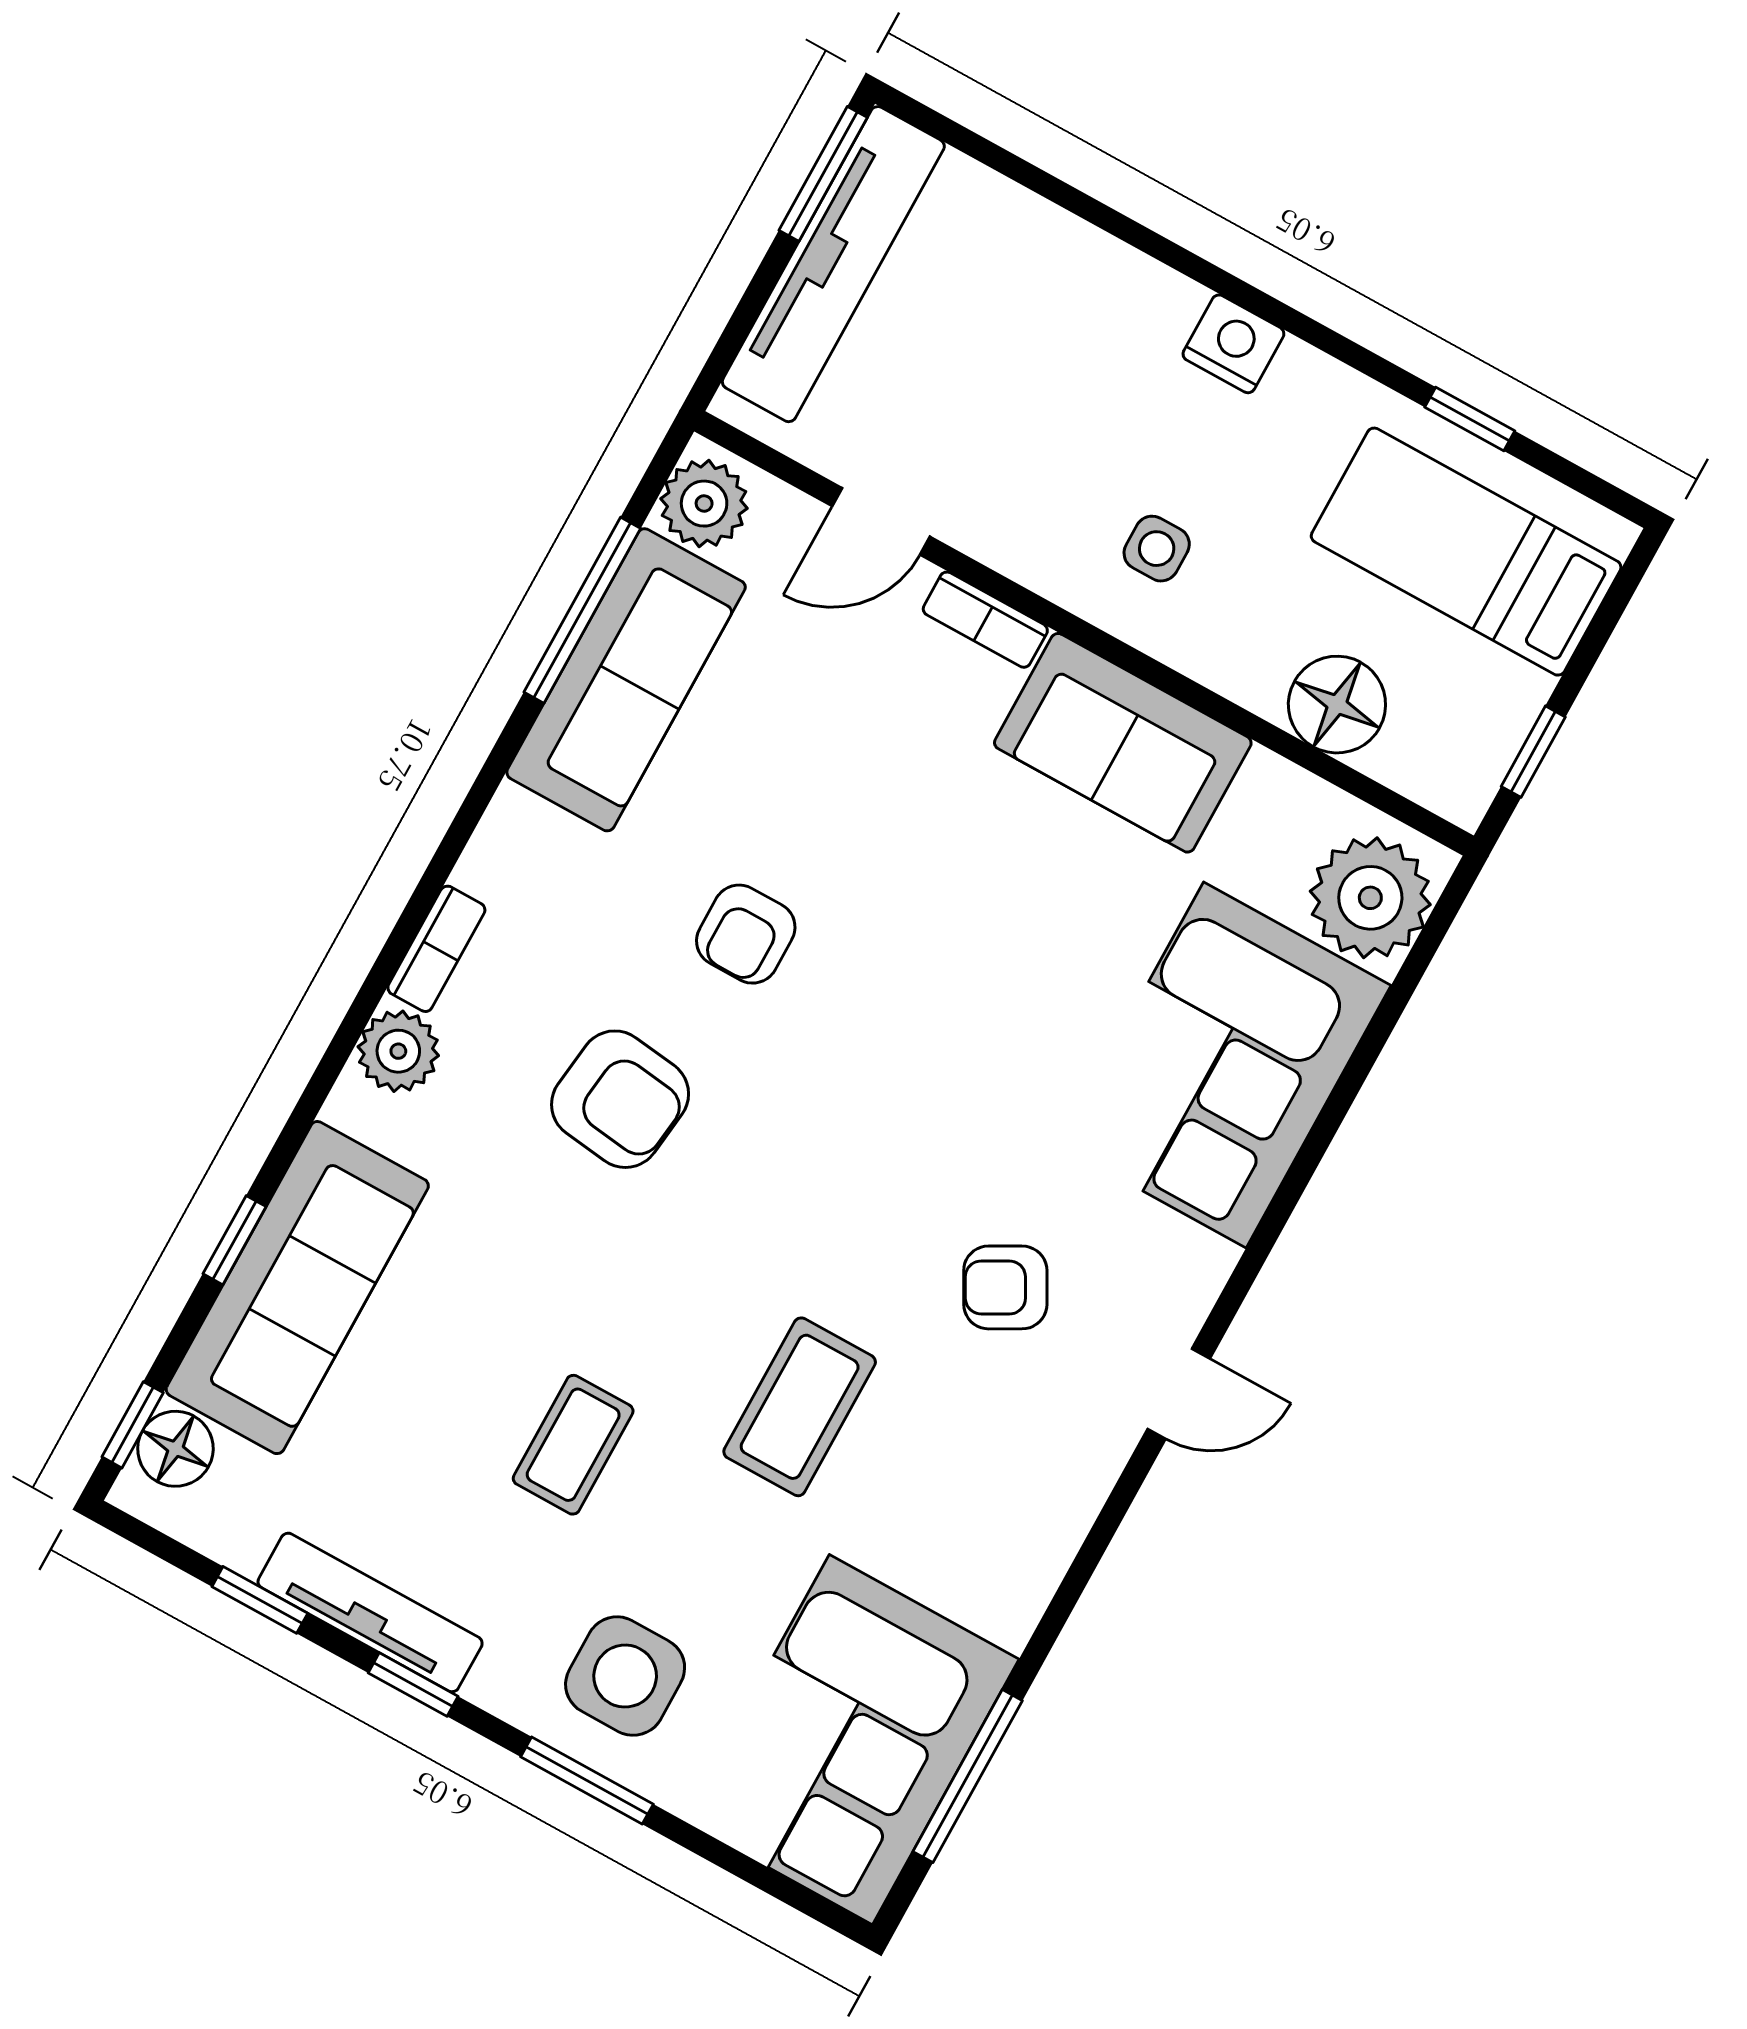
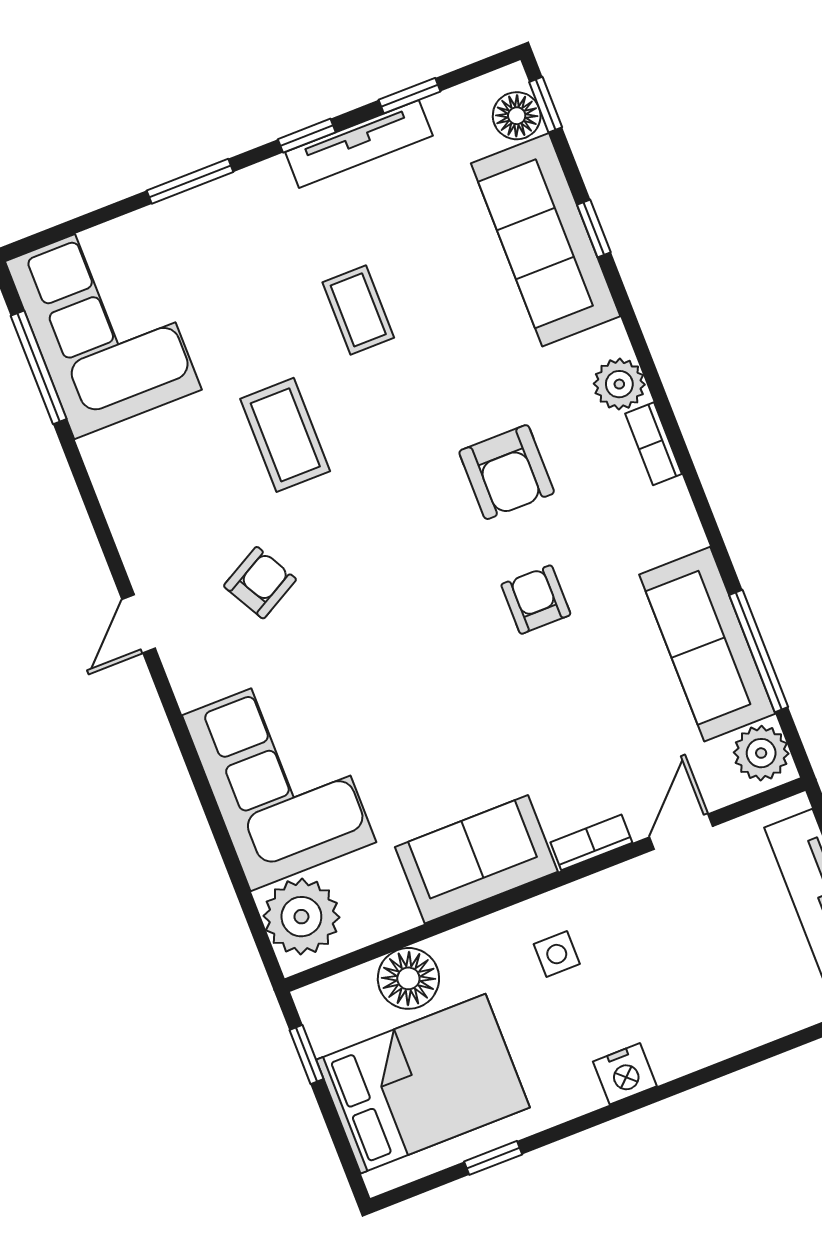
bed: (1466, 552) -> (423, 1084), width x1.50
armchair: (620, 1099) -> (507, 472), turned -97
side table: (625, 1676) -> (225, 242), removed

